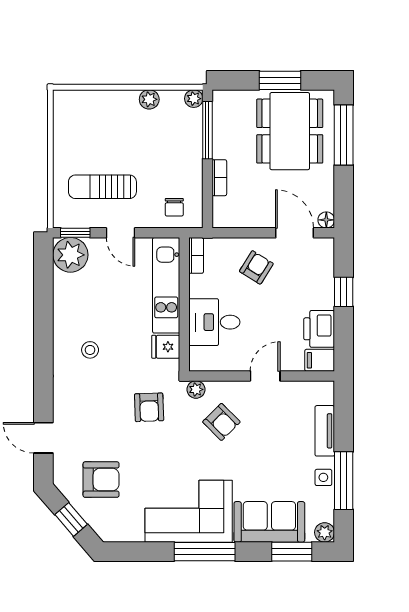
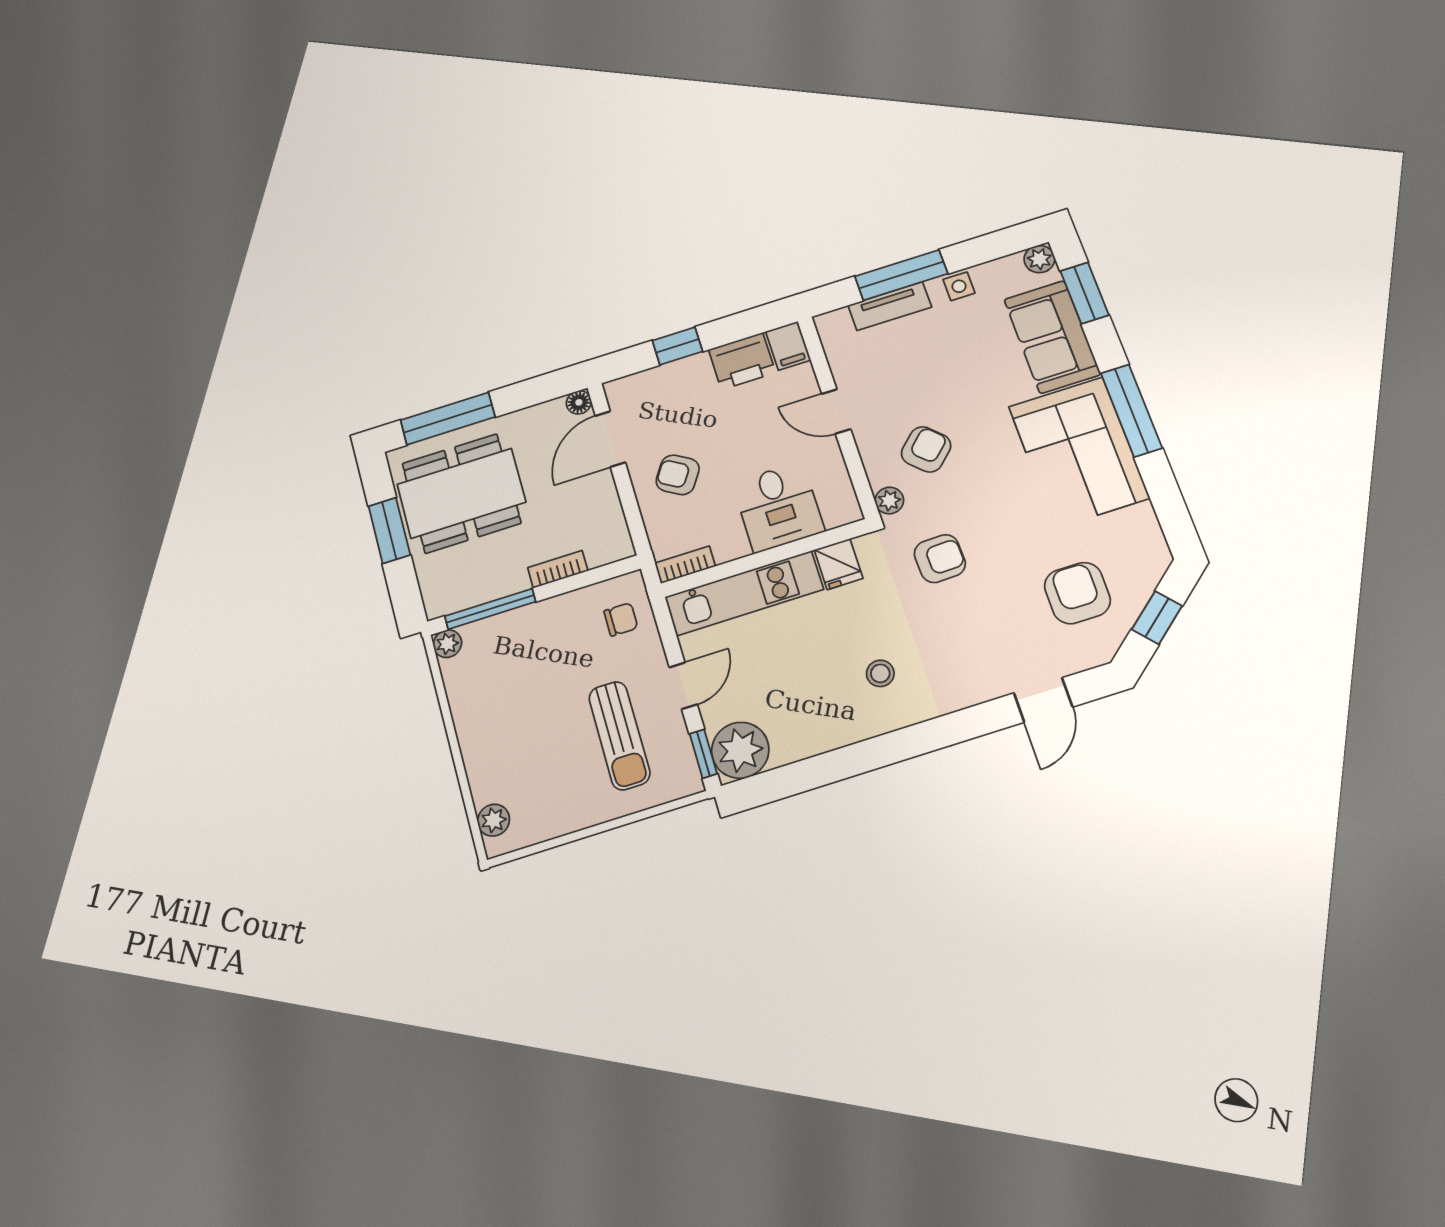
plant: (149, 99) -> (494, 820), moved
window: (344, 481) -> (901, 275), moved

